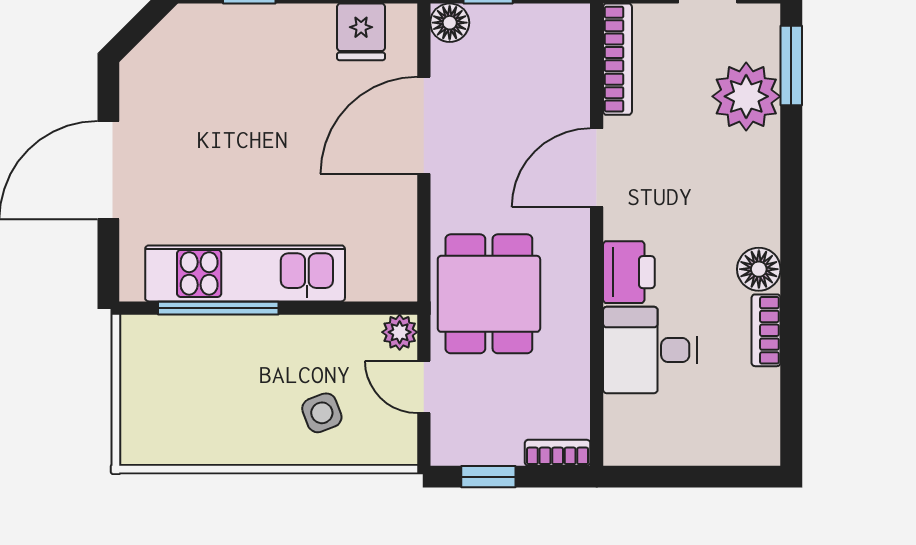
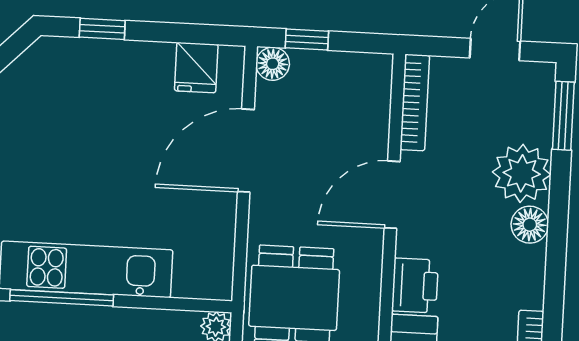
plant: (746, 96) -> (522, 173), moved
floor lamp: (759, 269) -> (530, 225), moved

